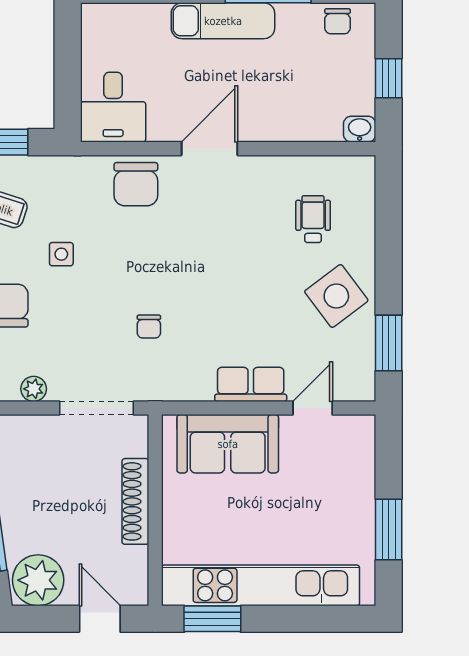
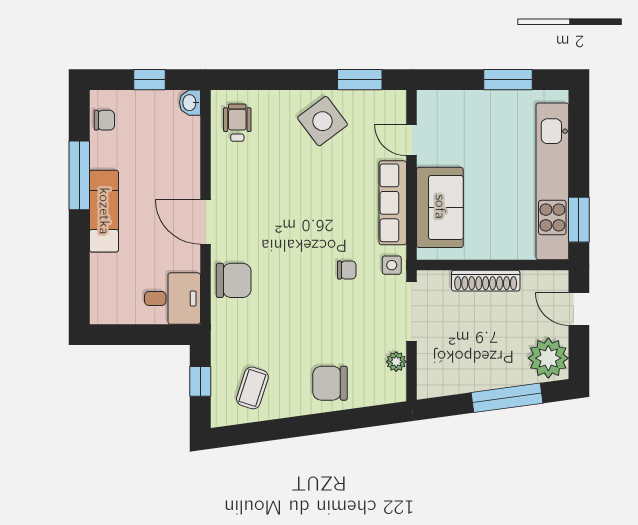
wheelchair: (313, 219) -> (237, 123), moved, turned 90
side table: (61, 254) -> (392, 265), moved
row of seats: (251, 384) -> (393, 203), width x1.48
door: (100, 619) -> (579, 309), hinge flipped

